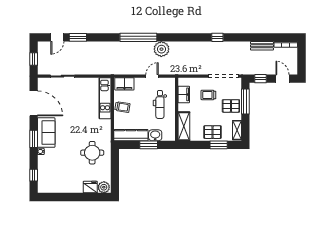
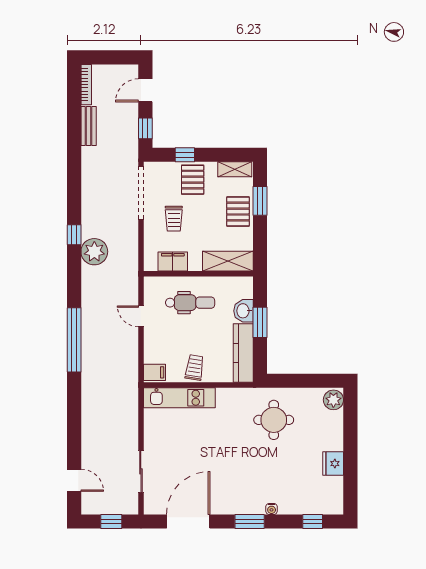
window: (78, 37) -> (74, 445), removed
window: (217, 37) -> (74, 235), moved
plant: (161, 49) -> (94, 252), moved
filing cabinet: (124, 84) -> (154, 372), width x0.50
window: (245, 101) -> (185, 155), width x0.46
sofa: (46, 133) -> (239, 500), removed
fridge: (90, 187) -> (333, 464), moved

